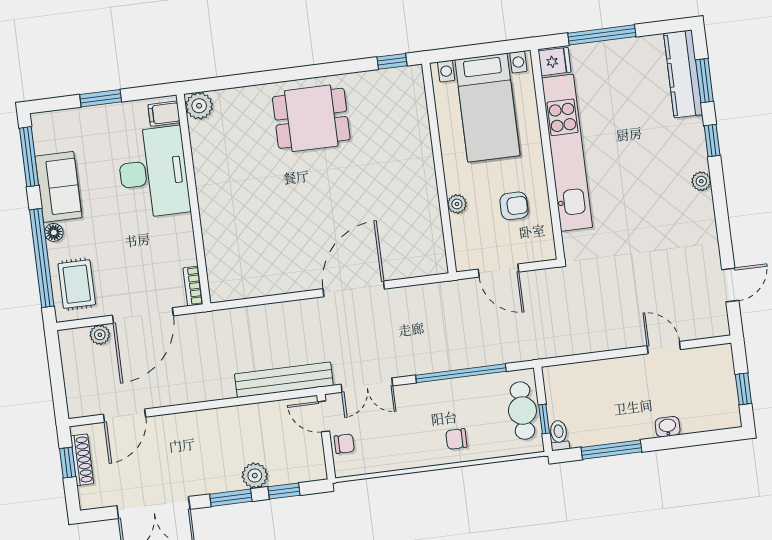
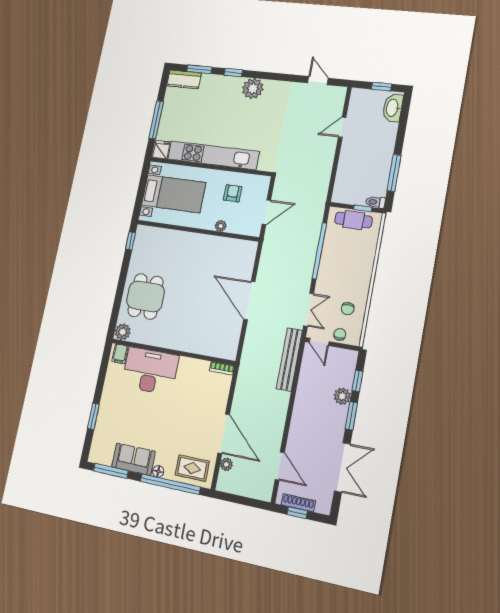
kitchen counter: (683, 74) -> (184, 79), width x0.67
plant: (199, 106) -> (123, 332), moved
filing cabinet: (164, 114) -> (120, 354), moved
desk: (153, 172) -> (150, 371), moved
plant: (701, 181) -> (253, 88), width x1.88, depth x1.88
wall: (193, 199) -> (173, 352), moved
bookcase: (193, 286) -> (222, 368), moved
door: (324, 416) -> (319, 342), hinge flipped
washbasin: (668, 427) -> (393, 108), moved, width x1.91, depth x1.45
chair: (456, 439) -> (348, 309), moved

